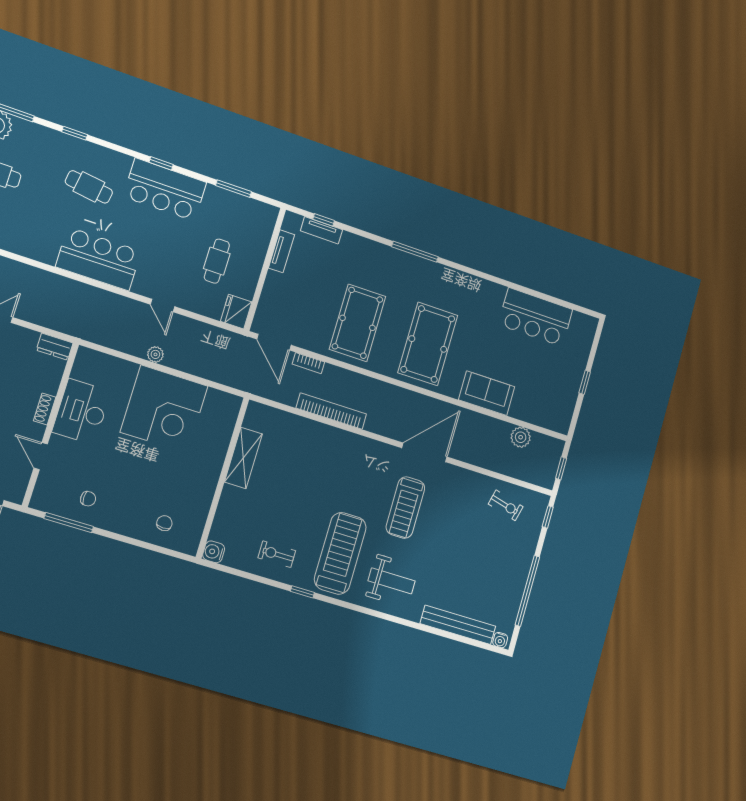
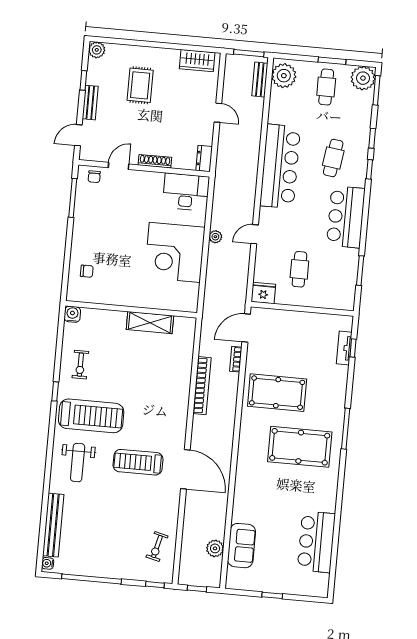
window: (161, 163) -> (369, 169), moved
tv unit: (281, 251) -> (320, 319), removed
bar counter: (99, 259) -> (280, 166), width x1.36
cafe table: (217, 261) -> (299, 269), turned 90
pool table: (428, 344) -> (300, 447), moved
sofa: (487, 393) -> (241, 546), moved
shoe rack: (45, 409) -> (155, 161), width x1.43
desk: (82, 412) -> (186, 192), moved
chair: (88, 499) -> (94, 177), moved
exercise bike: (277, 554) -> (80, 365), turned 180

